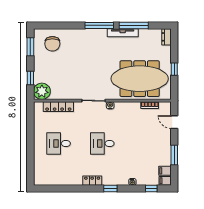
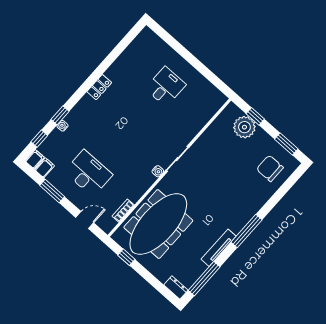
window: (134, 25) -> (204, 279), moved
window: (174, 69) -> (126, 257), moved
plant: (42, 91) -> (244, 127), moved
locker: (58, 107) -> (202, 119), removed
desk: (102, 143) -> (88, 173), moved, width x1.37
window: (110, 188) -> (60, 115), moved

